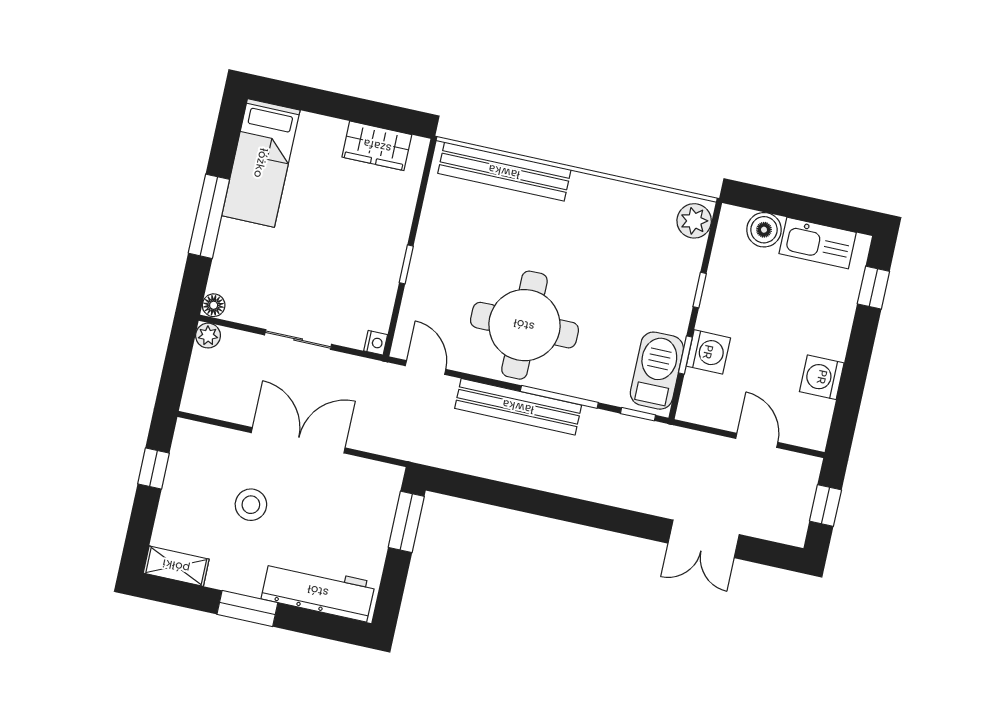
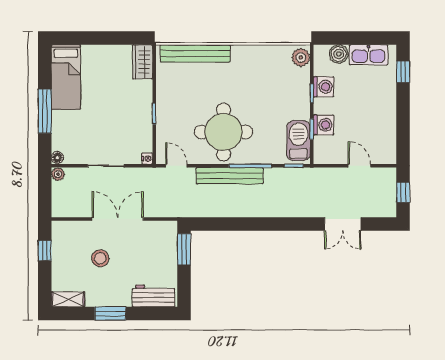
wardrobe: (377, 146) -> (143, 62), moved, turned 90
washing machine: (822, 377) -> (324, 87), moved, turned 180
workbench: (318, 591) -> (154, 296), width x0.73

